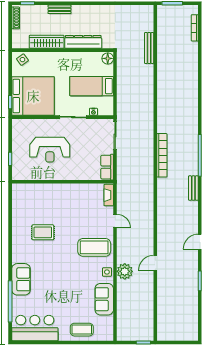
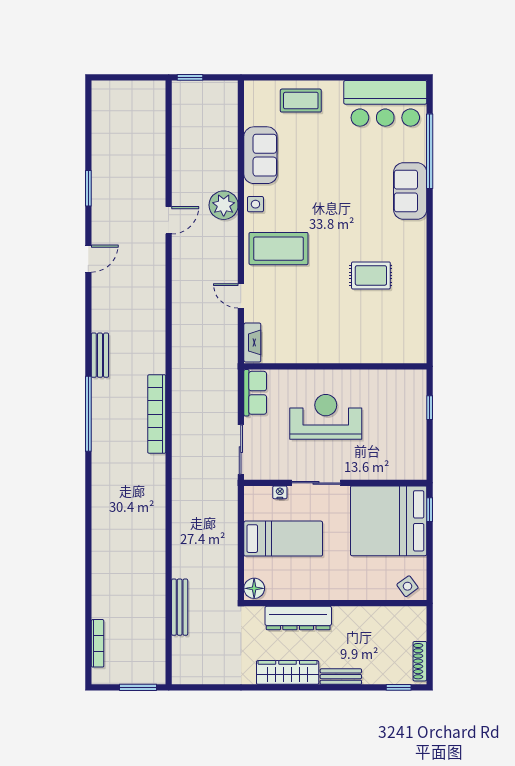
wardrobe: (47, 42) -> (288, 672), moved, turned 180
reception desk: (50, 150) -> (326, 417), moved

